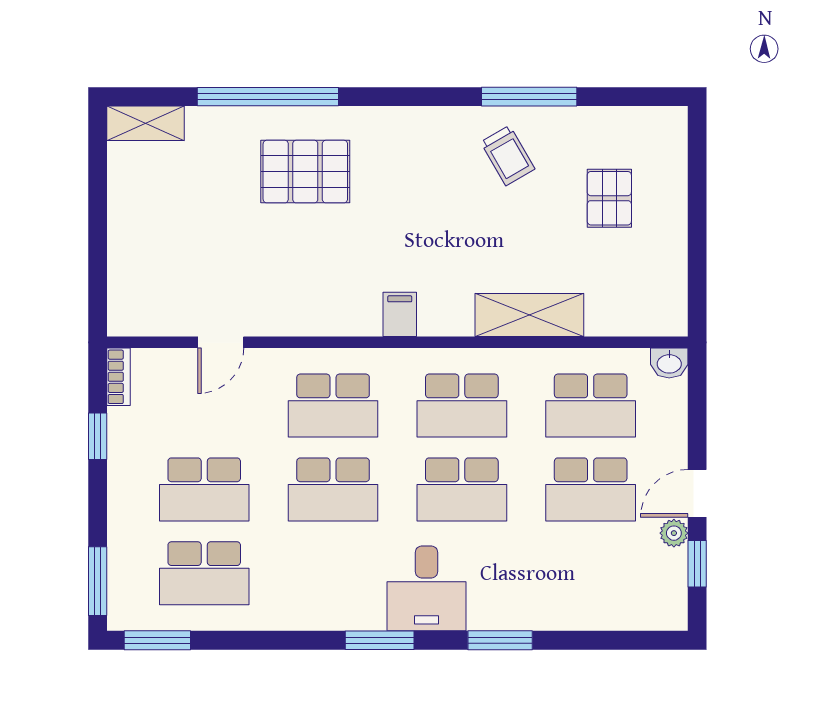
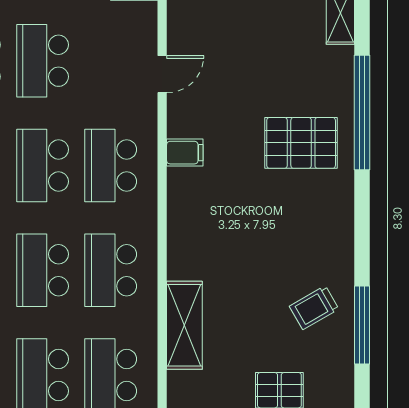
pallet: (305, 172) -> (301, 143), turned 90
filing cabinet: (400, 314) -> (185, 153), moved
door: (221, 342) -> (162, 74), swing flipped

